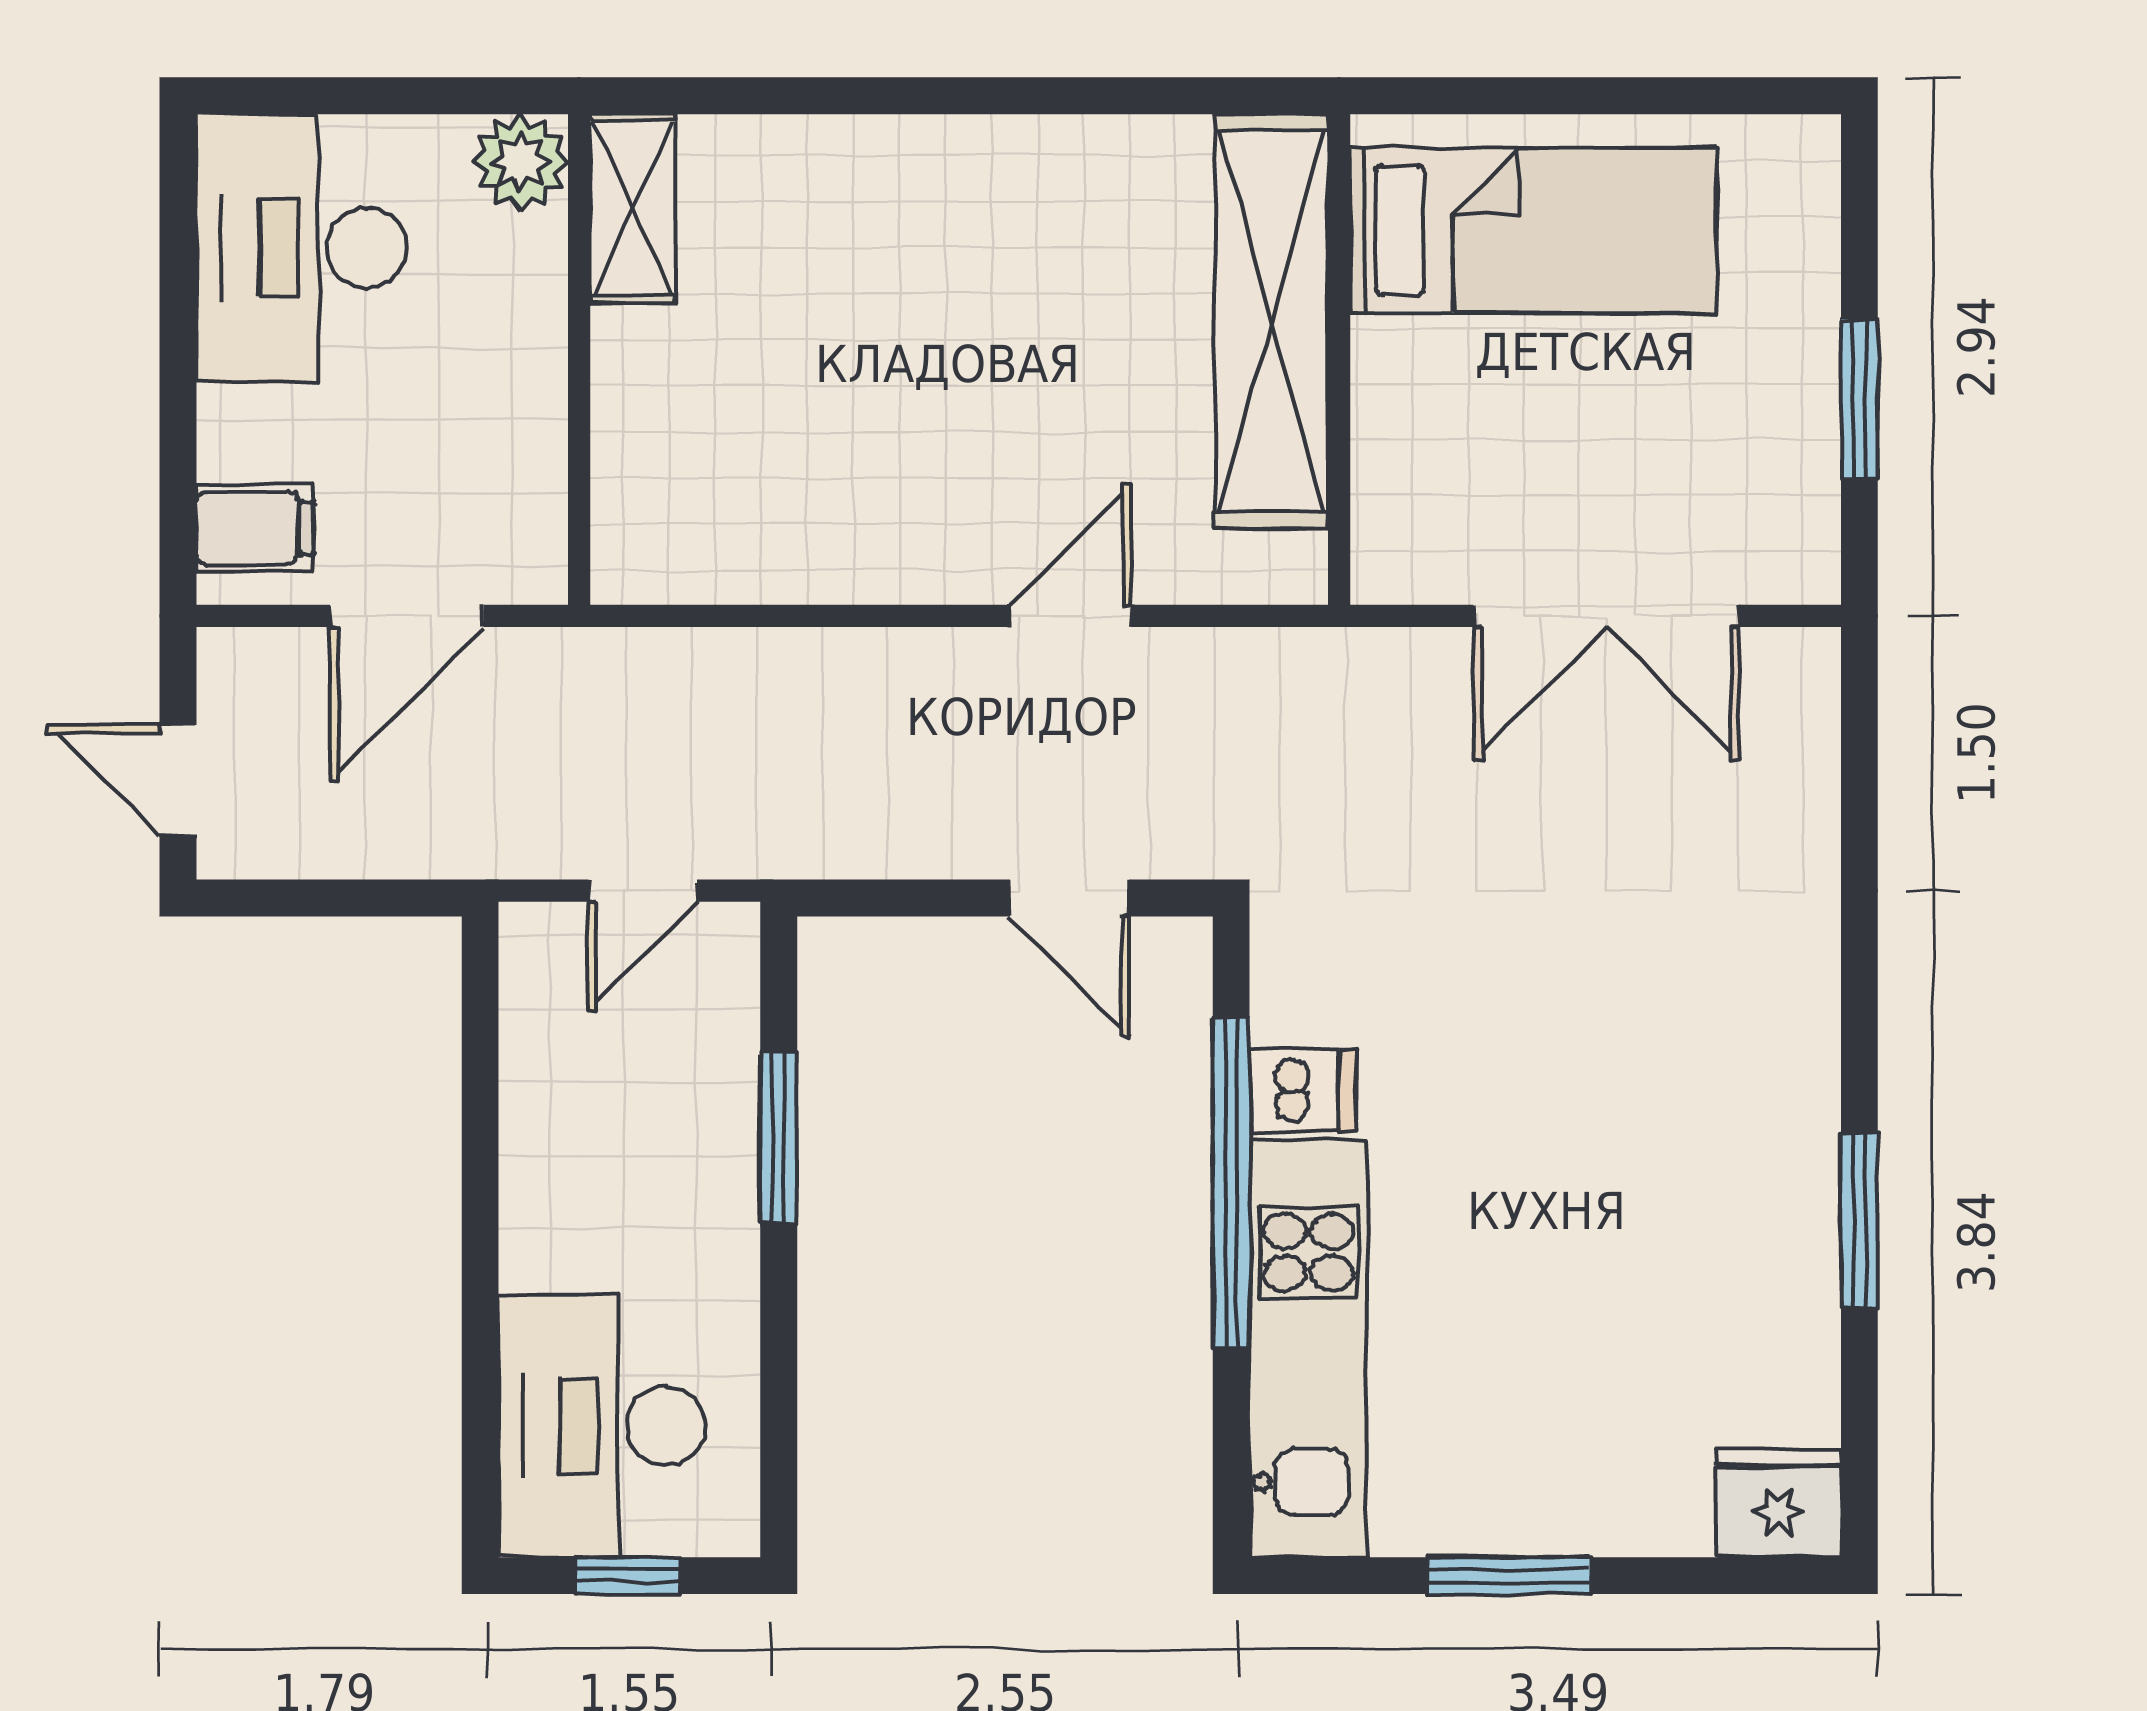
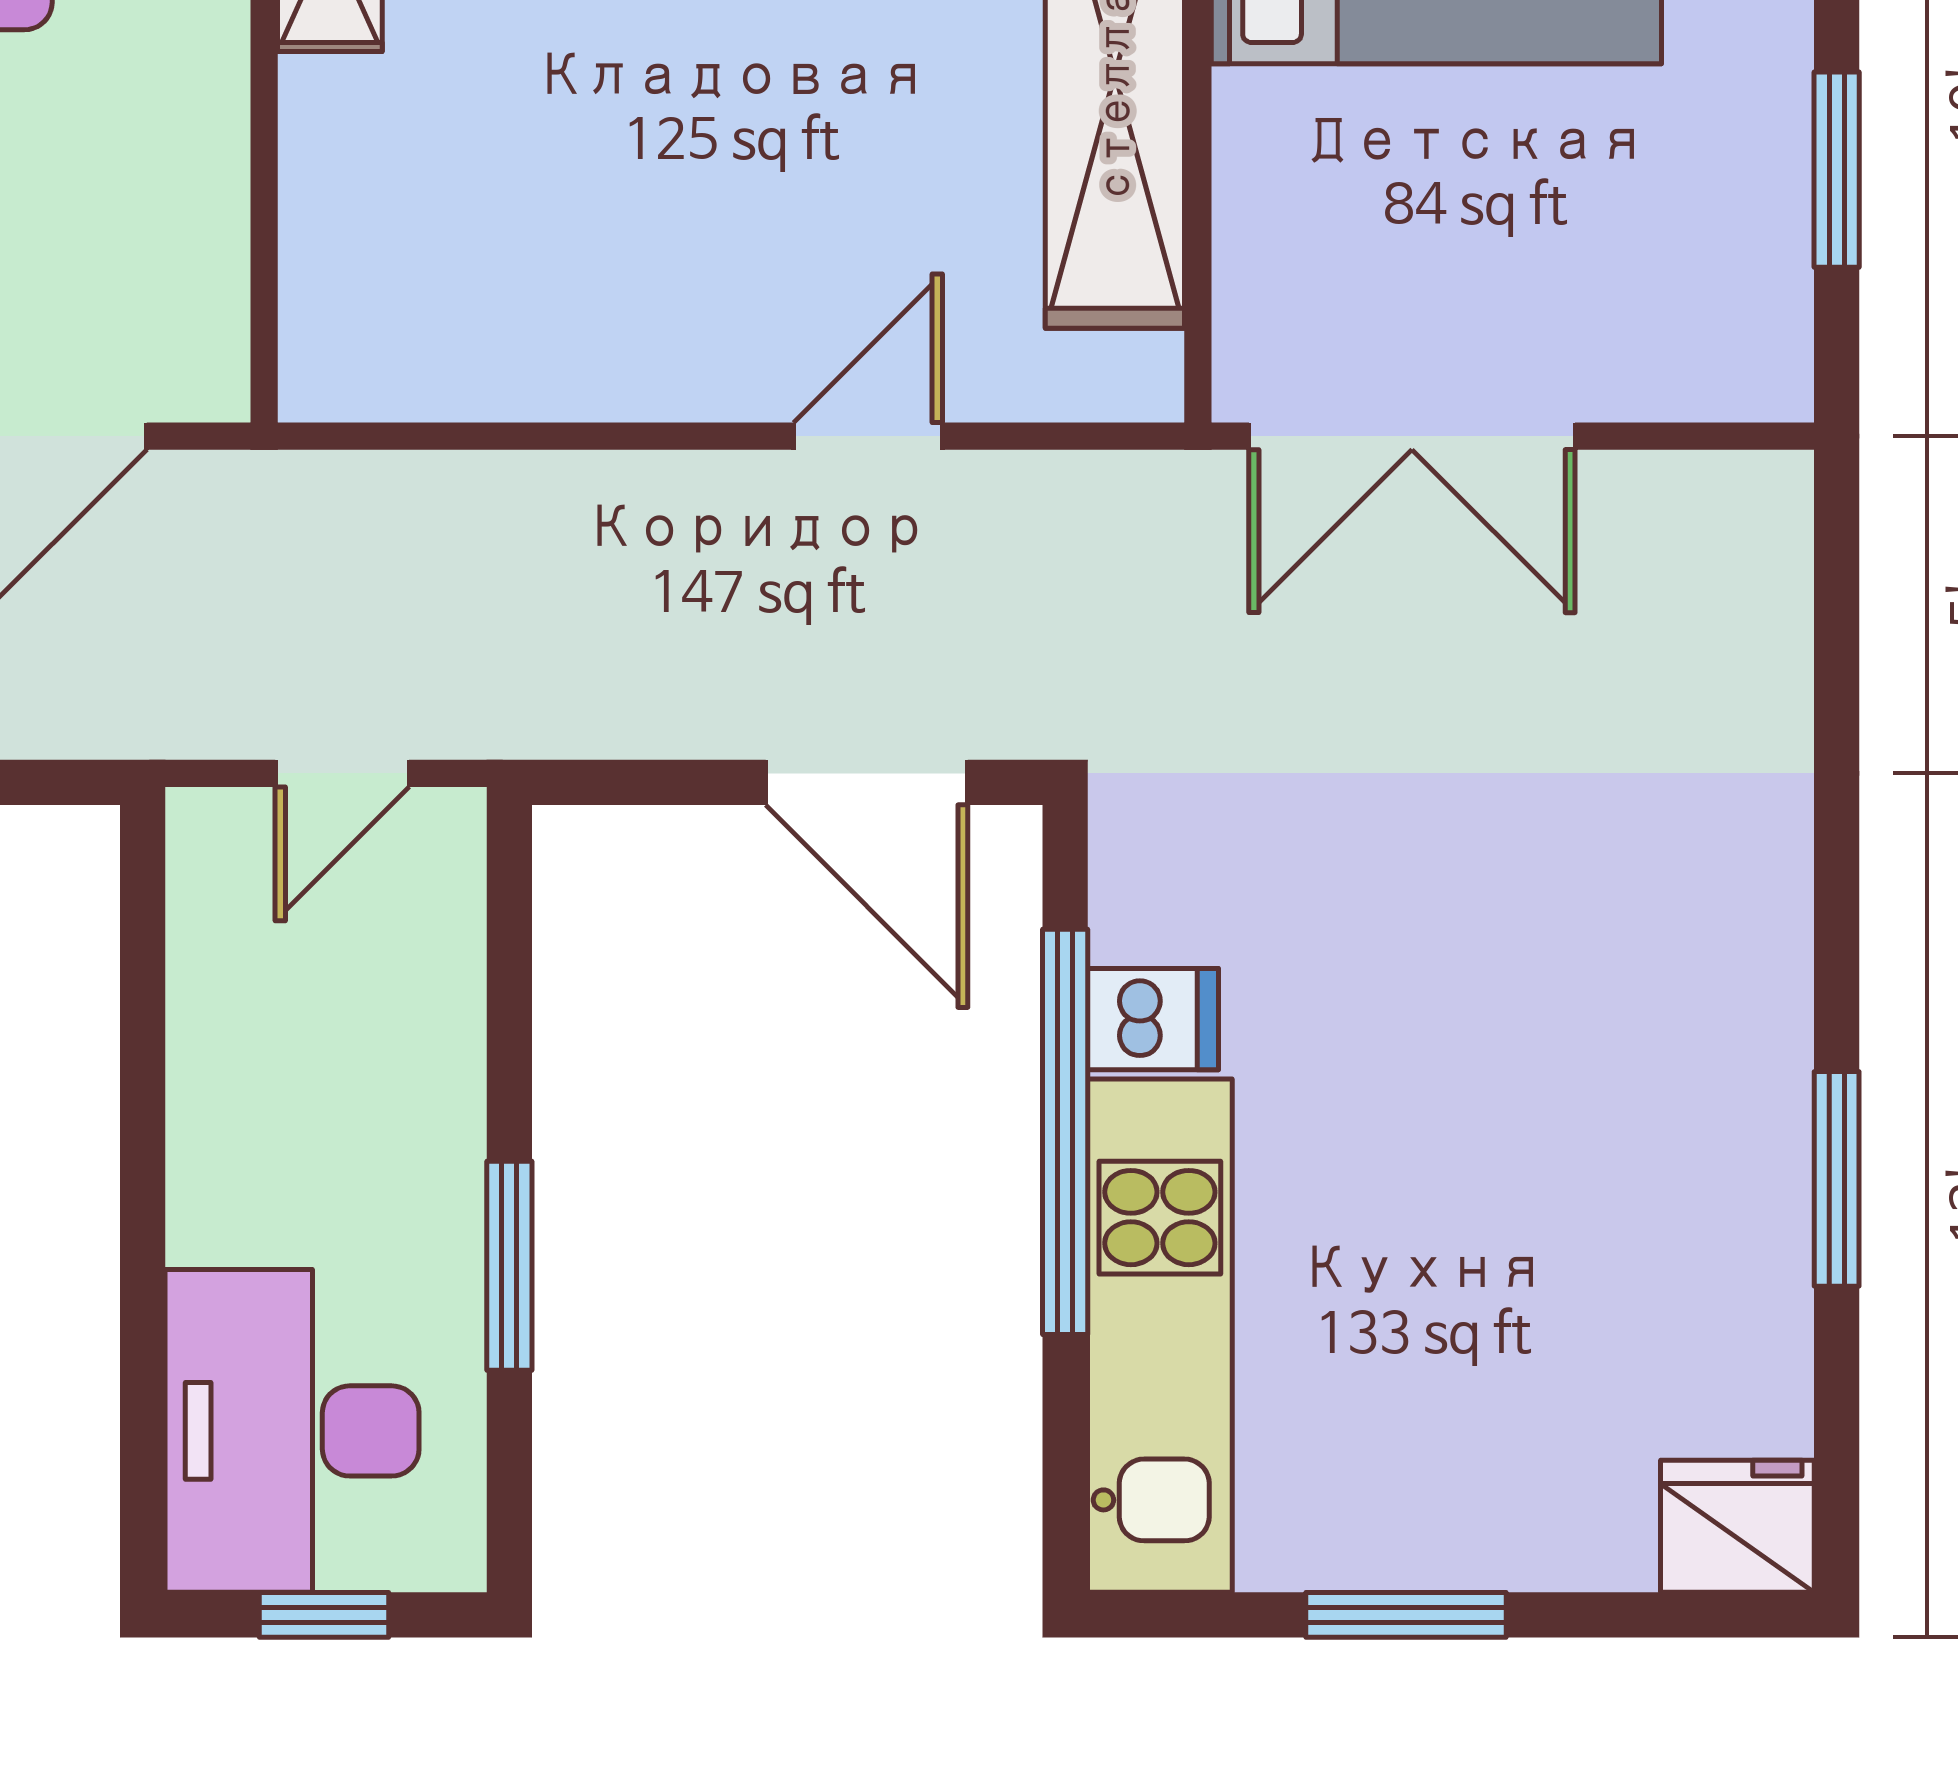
double door: (1606, 616) -> (1412, 436), moved
door: (1070, 898) -> (867, 782), width x1.38
window: (779, 1138) -> (509, 1266), moved

